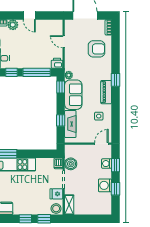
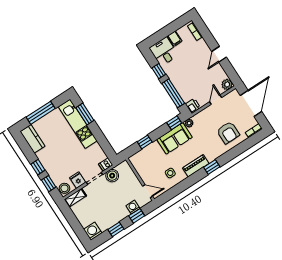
plant: (13, 25) -> (227, 84), moved
fireplace: (70, 124) -> (147, 153), removed
washing machine: (105, 185) -> (93, 231), moved

